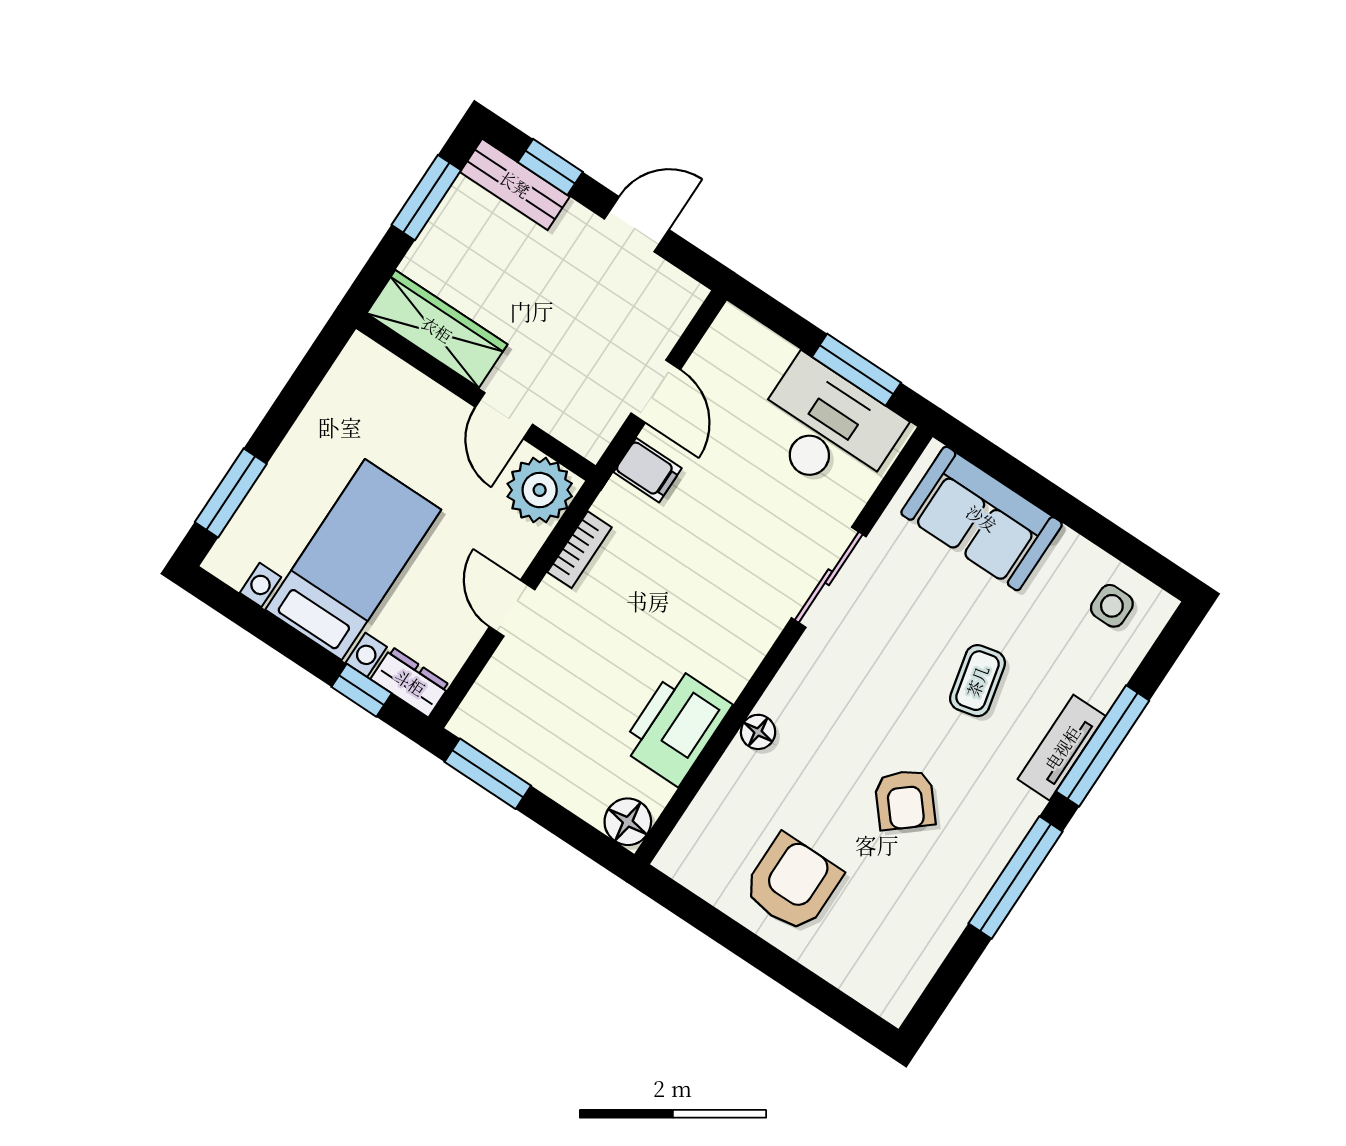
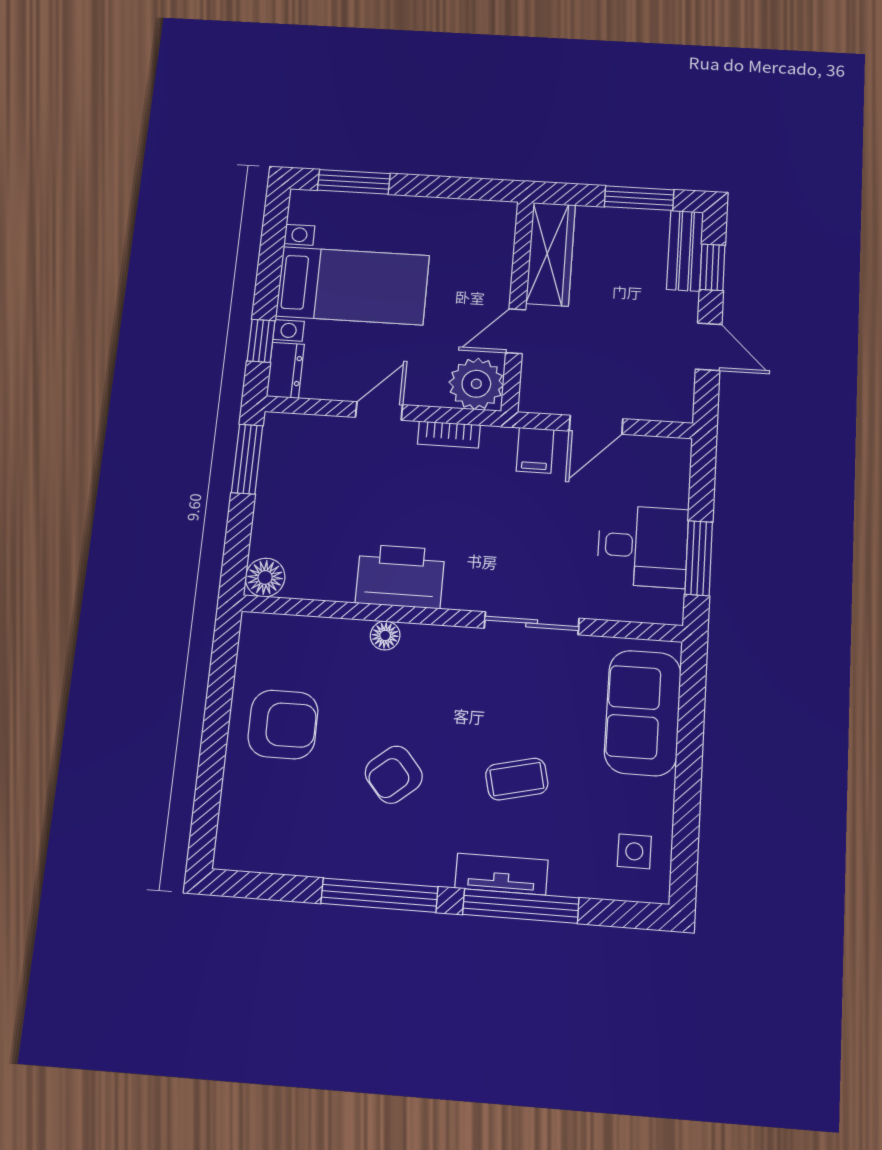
desk: (827, 429) -> (643, 546), width x0.73
printer: (676, 726) -> (400, 576), moved

